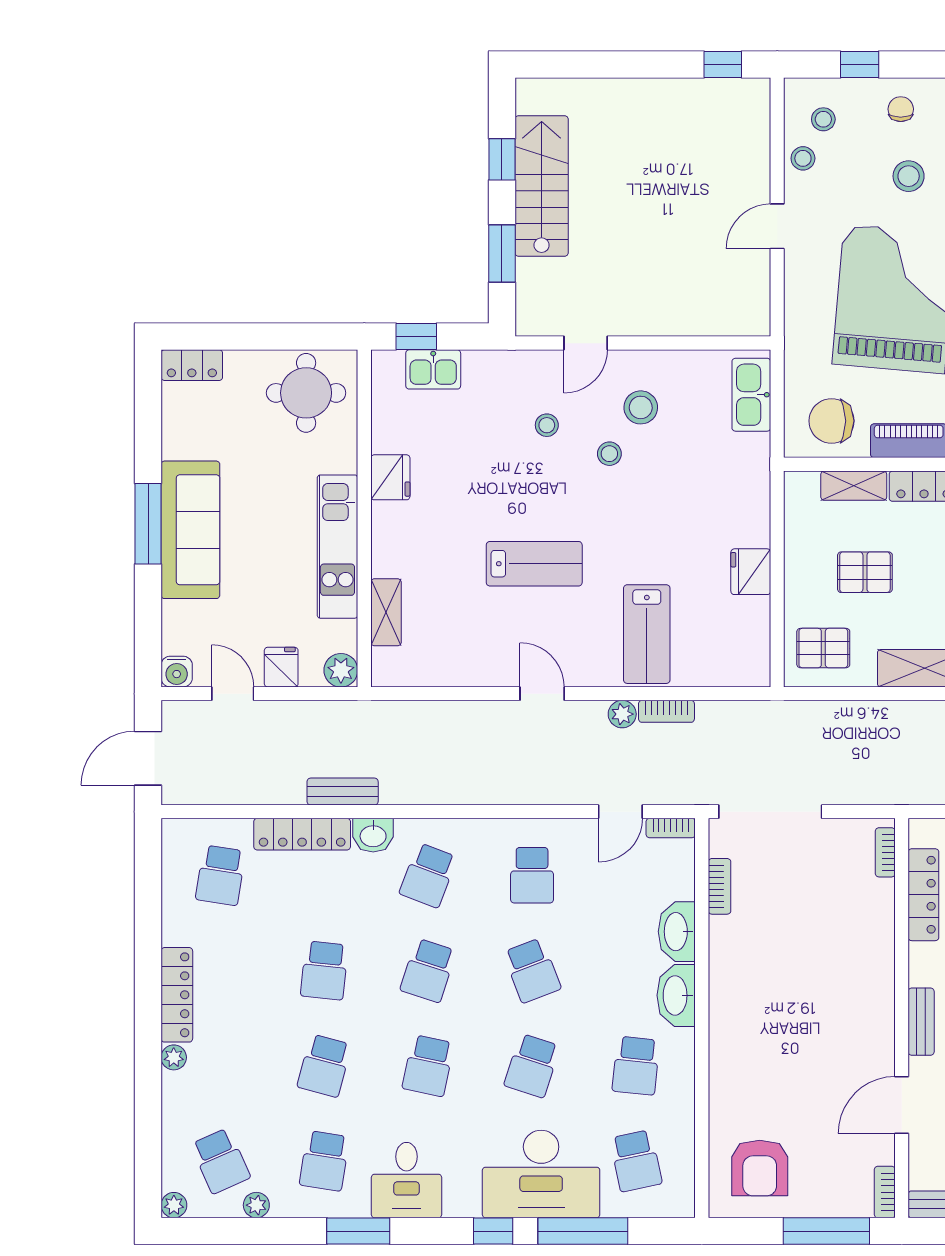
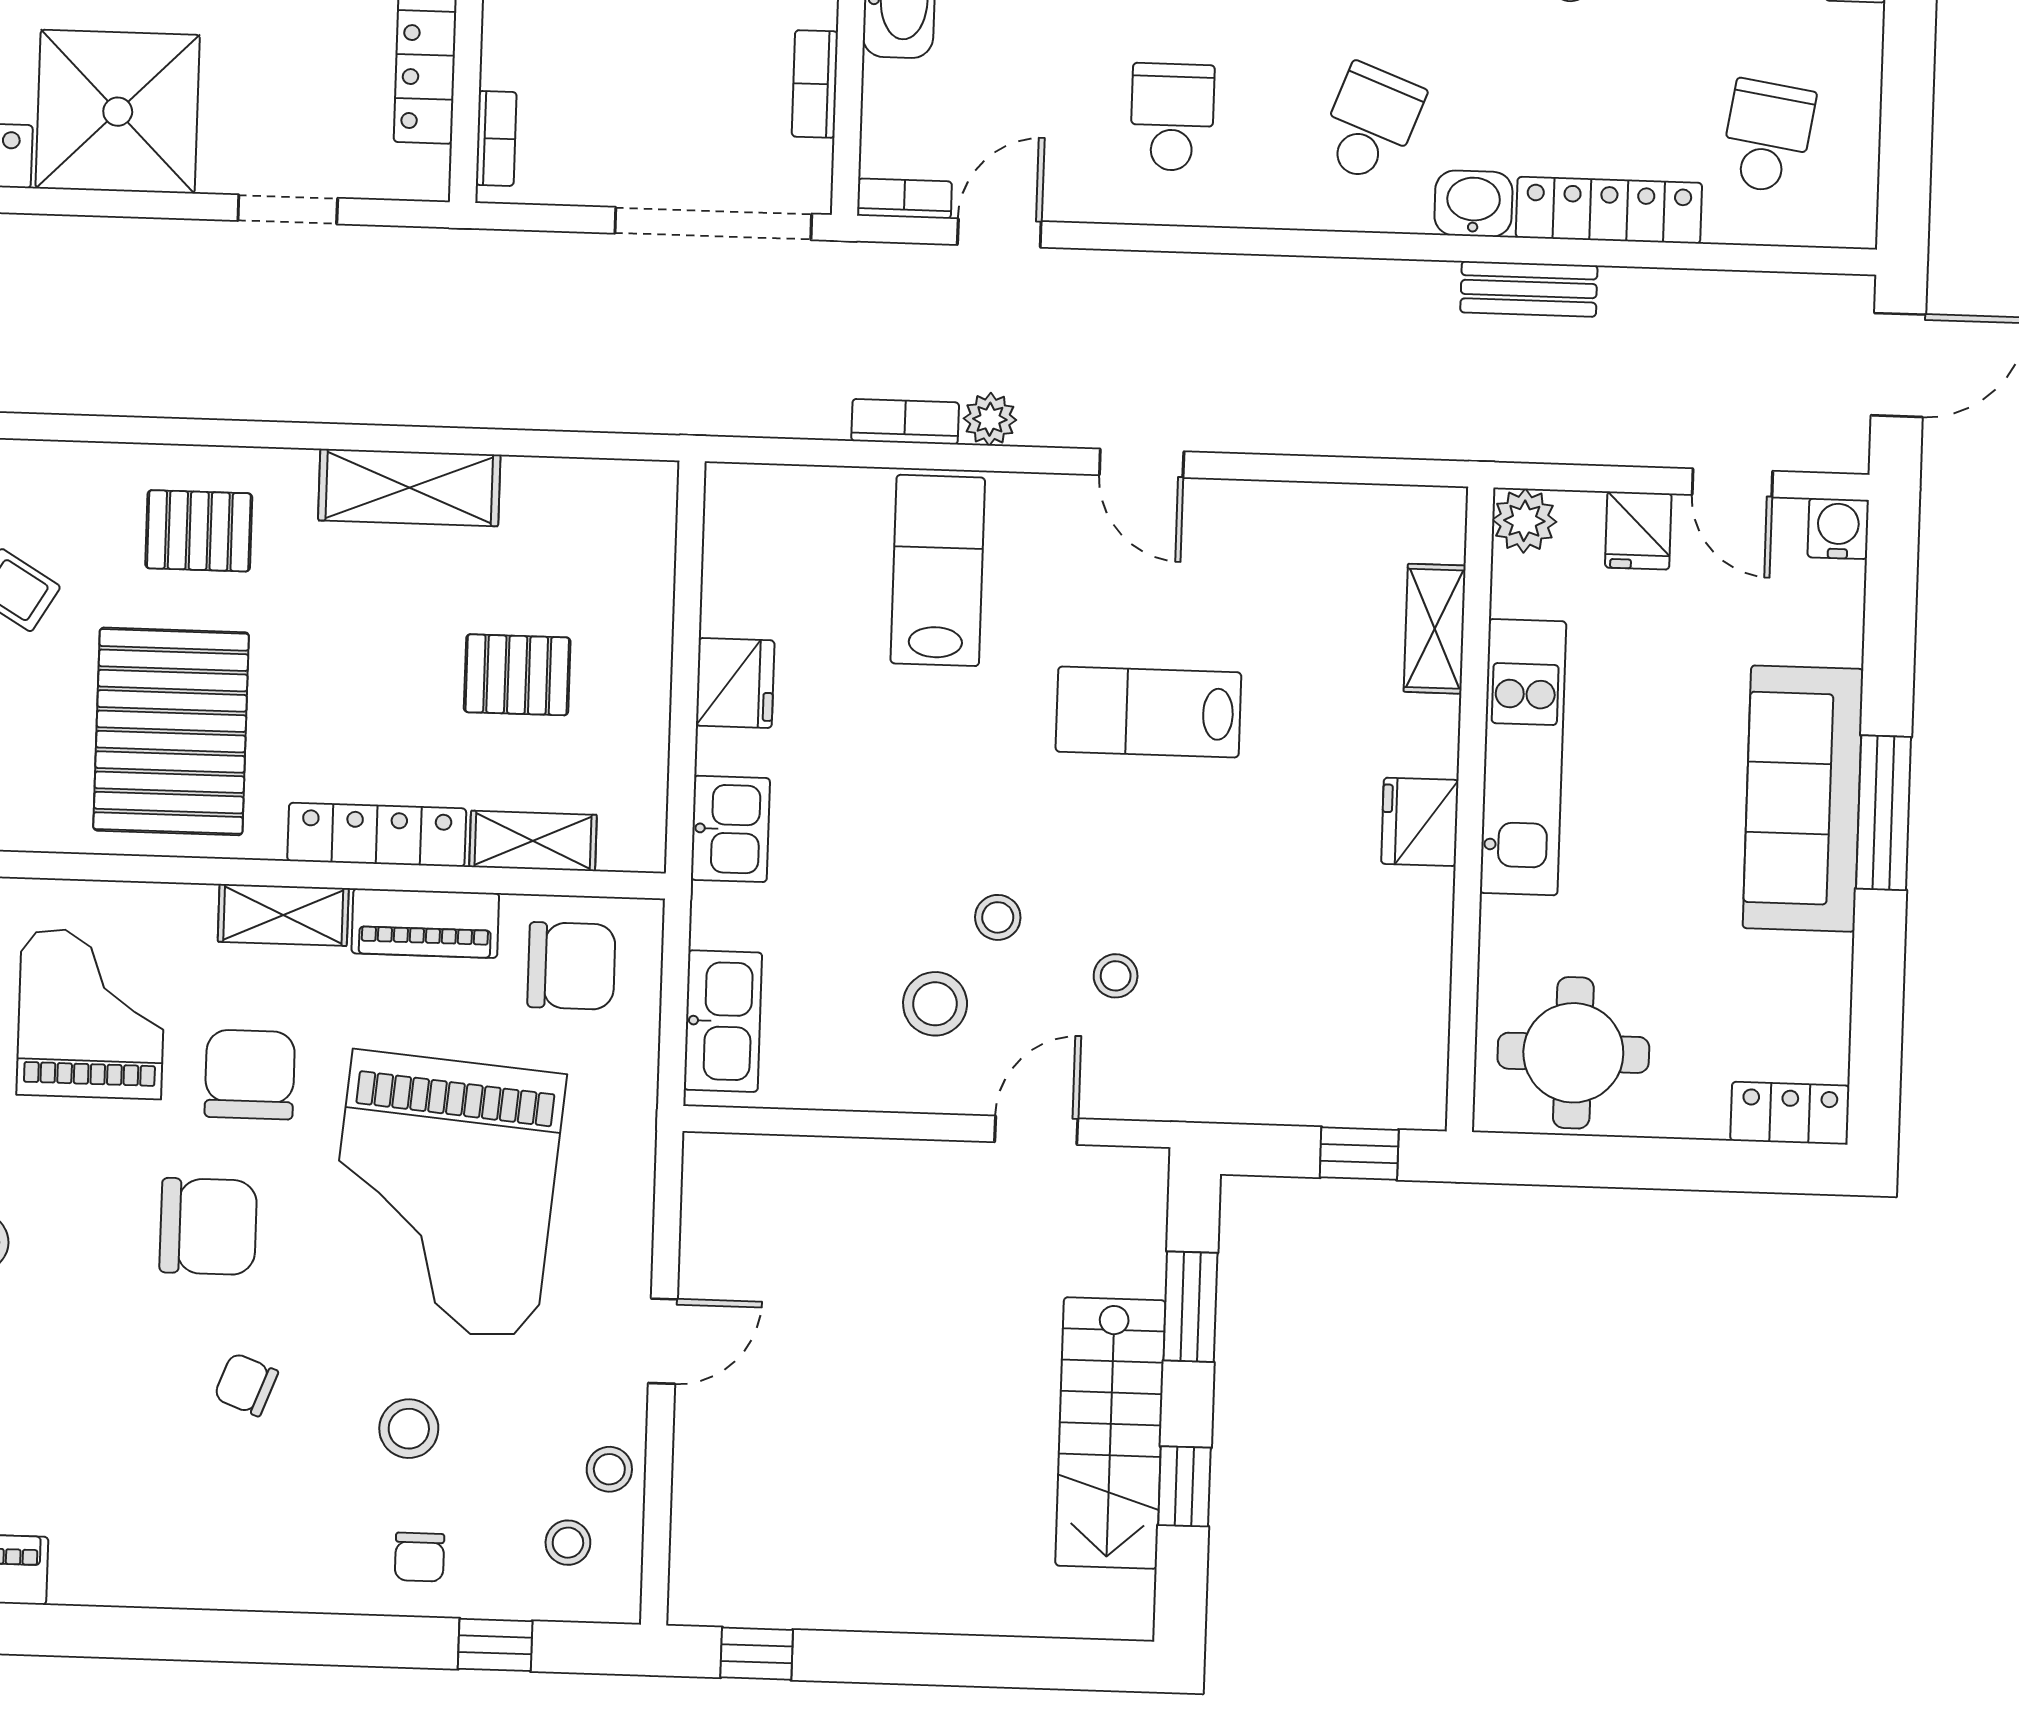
kitchen sink: (433, 369) -> (730, 829), moved, turned 90
fridge: (390, 477) -> (1420, 822), moved
pallet: (823, 648) -> (601, 533), removed

